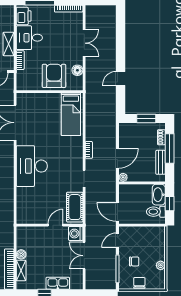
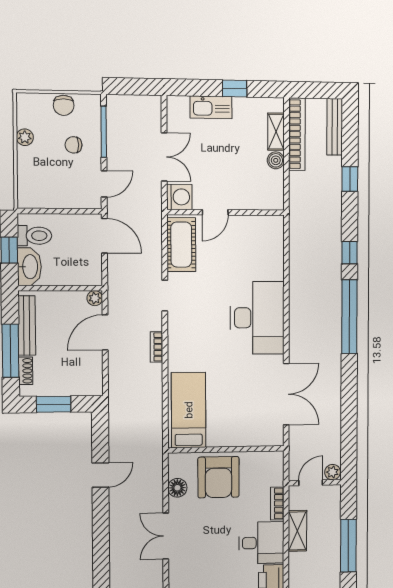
bench: (160, 162) -> (27, 326), width x1.36

